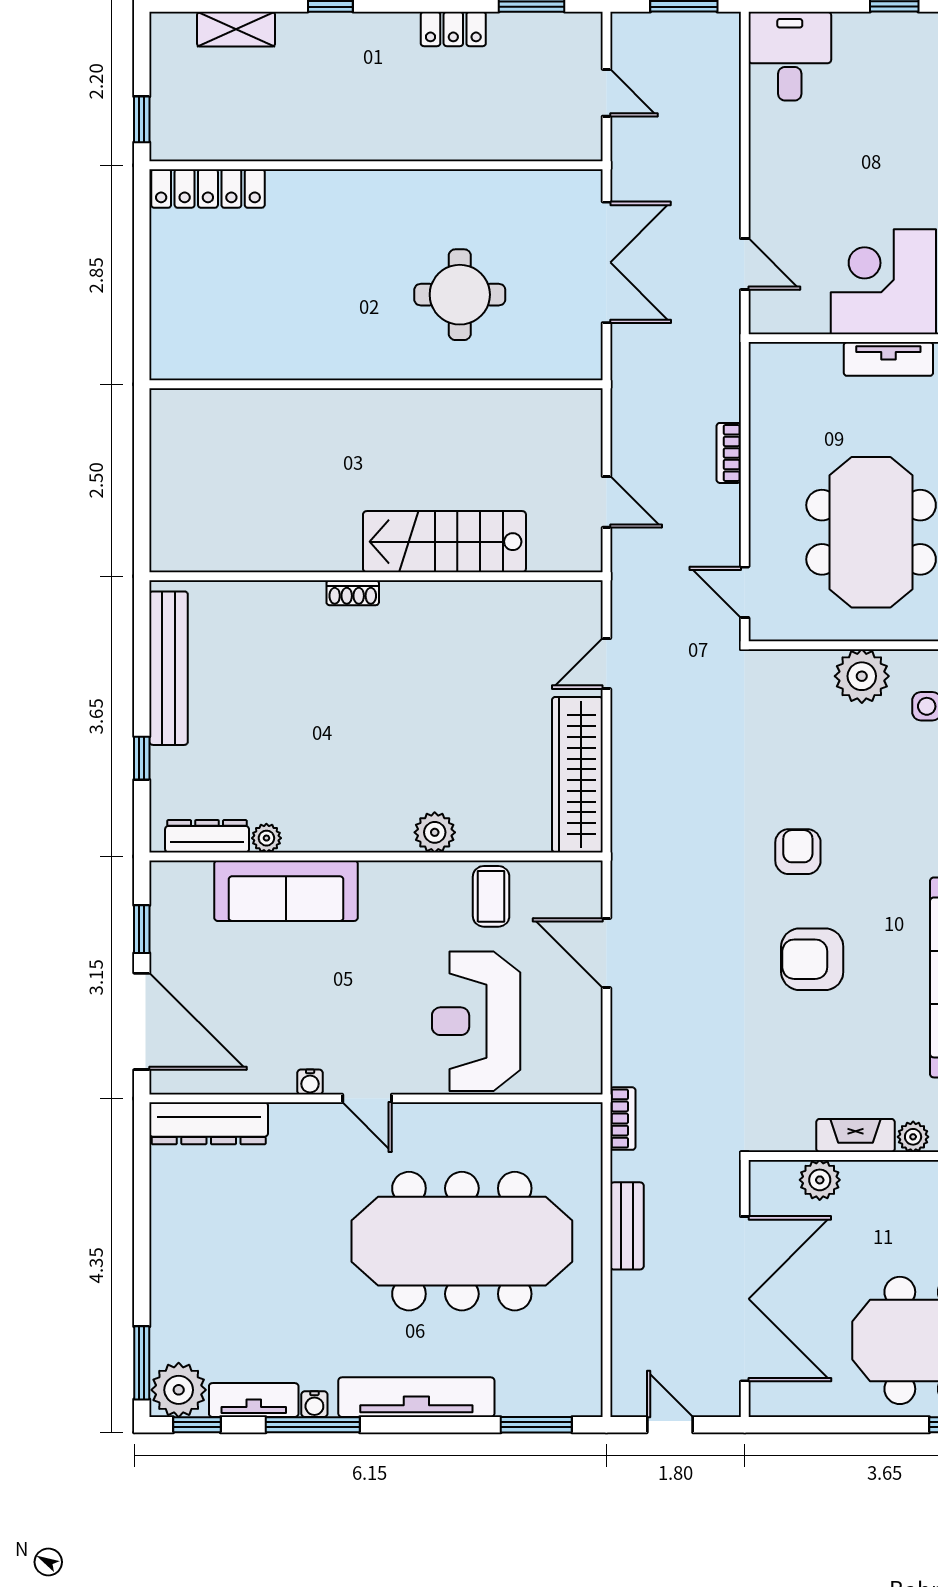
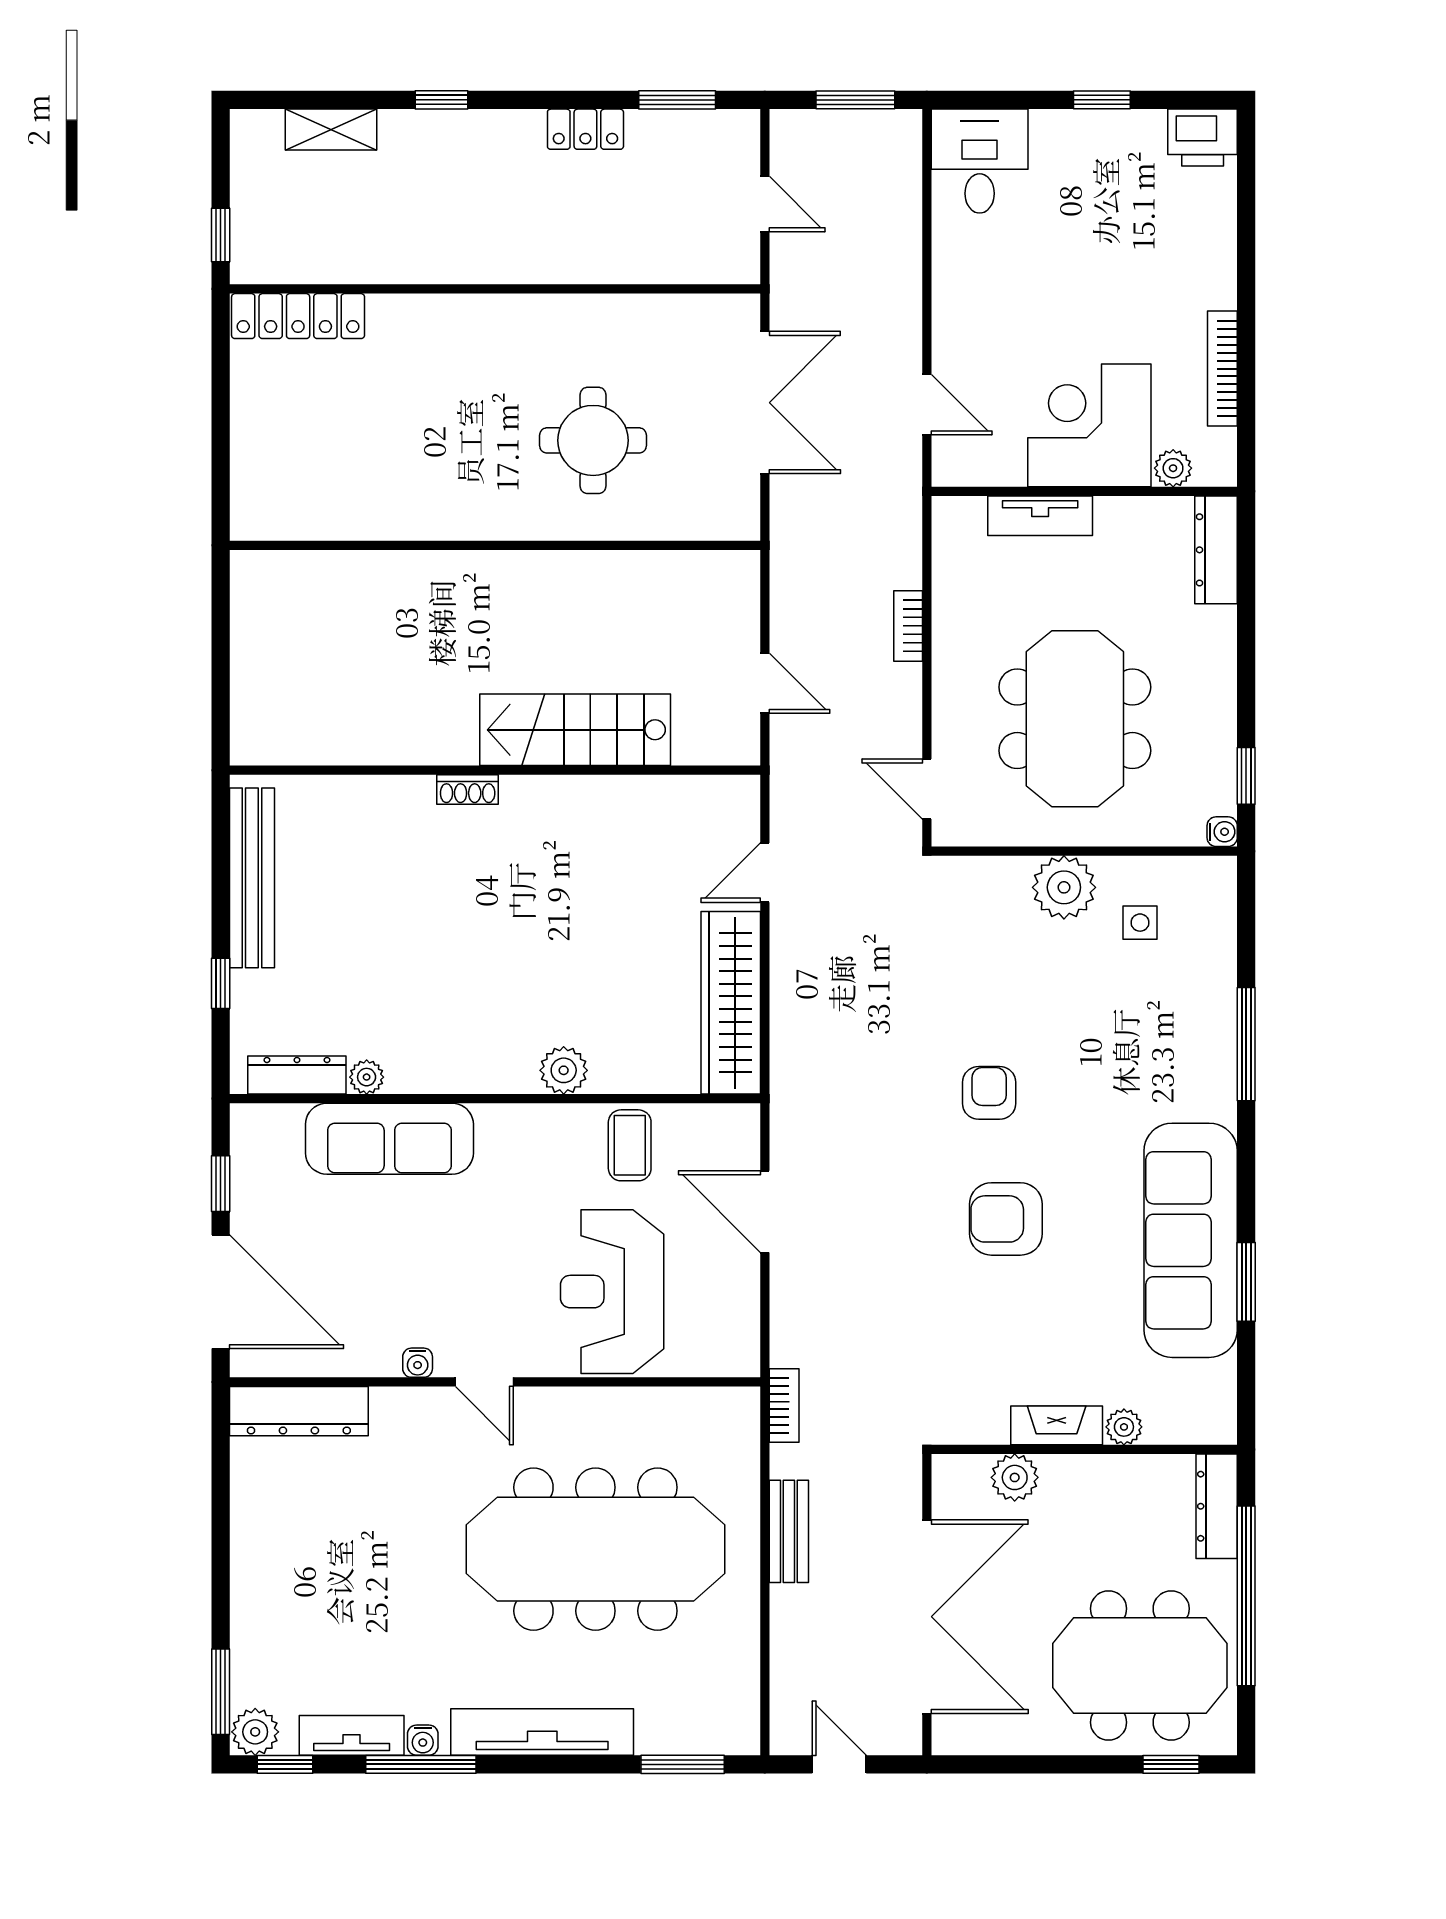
tv unit: (888, 359) -> (1040, 516), moved
plant: (179, 1390) -> (255, 1732), width x0.73, depth x0.73

